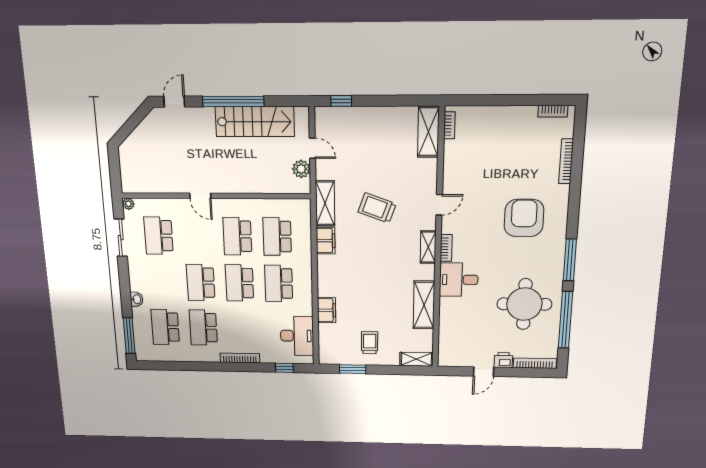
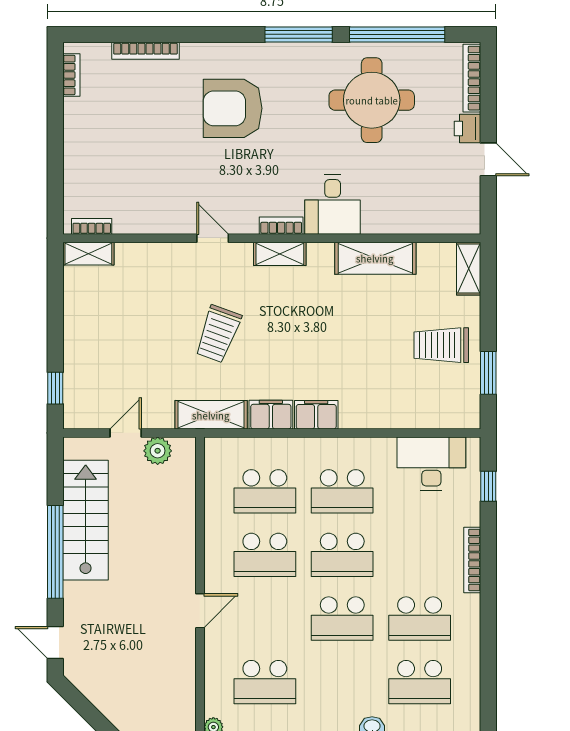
shelving: (428, 132) -> (88, 254), width x0.67, depth x0.75
filing cabinet: (327, 310) -> (316, 415), moved
trolley: (370, 343) -> (441, 345), width x1.36, depth x1.39

